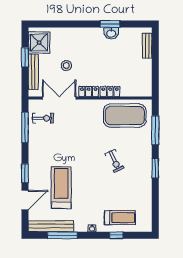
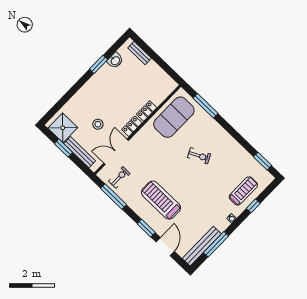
washbasin: (111, 33) -> (115, 60), moved
window: (155, 168) -> (263, 161), moved
treadmill: (61, 188) -> (161, 200), moved

